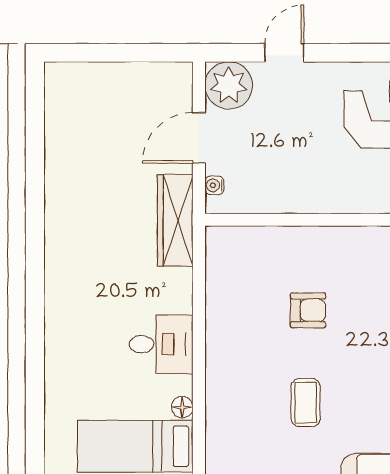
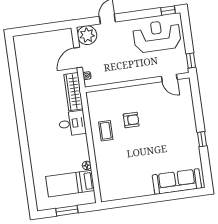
desk: (161, 344) -> (72, 123), moved
coffee table: (306, 403) -> (106, 131), moved

